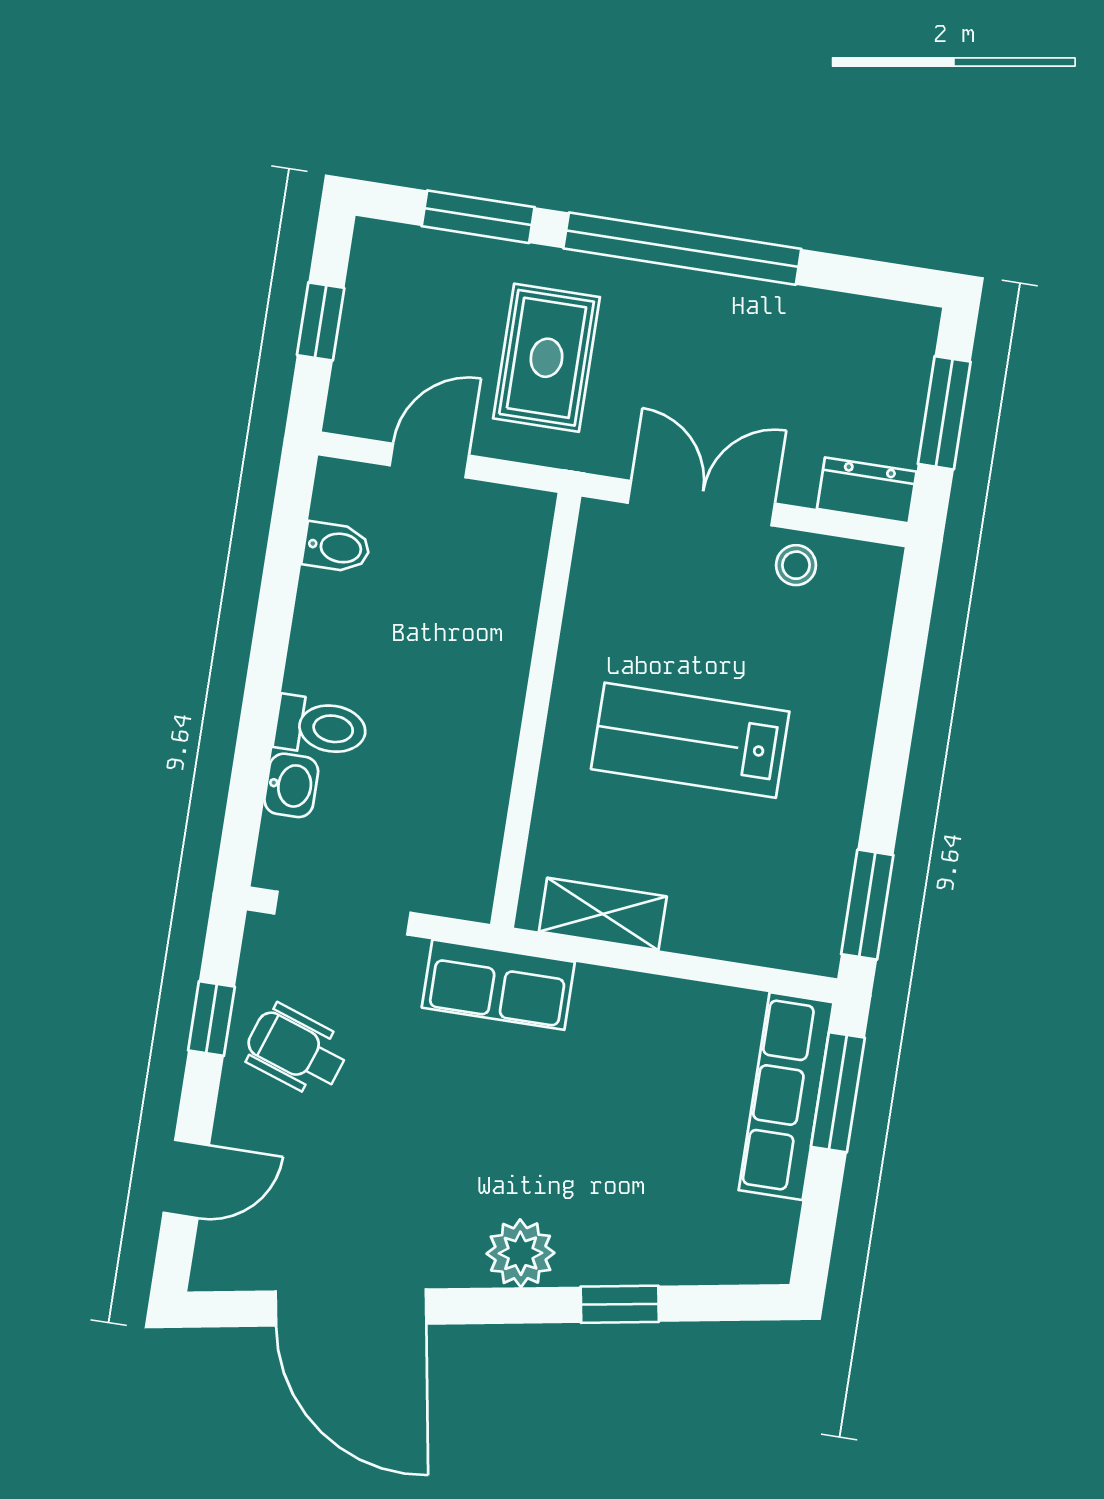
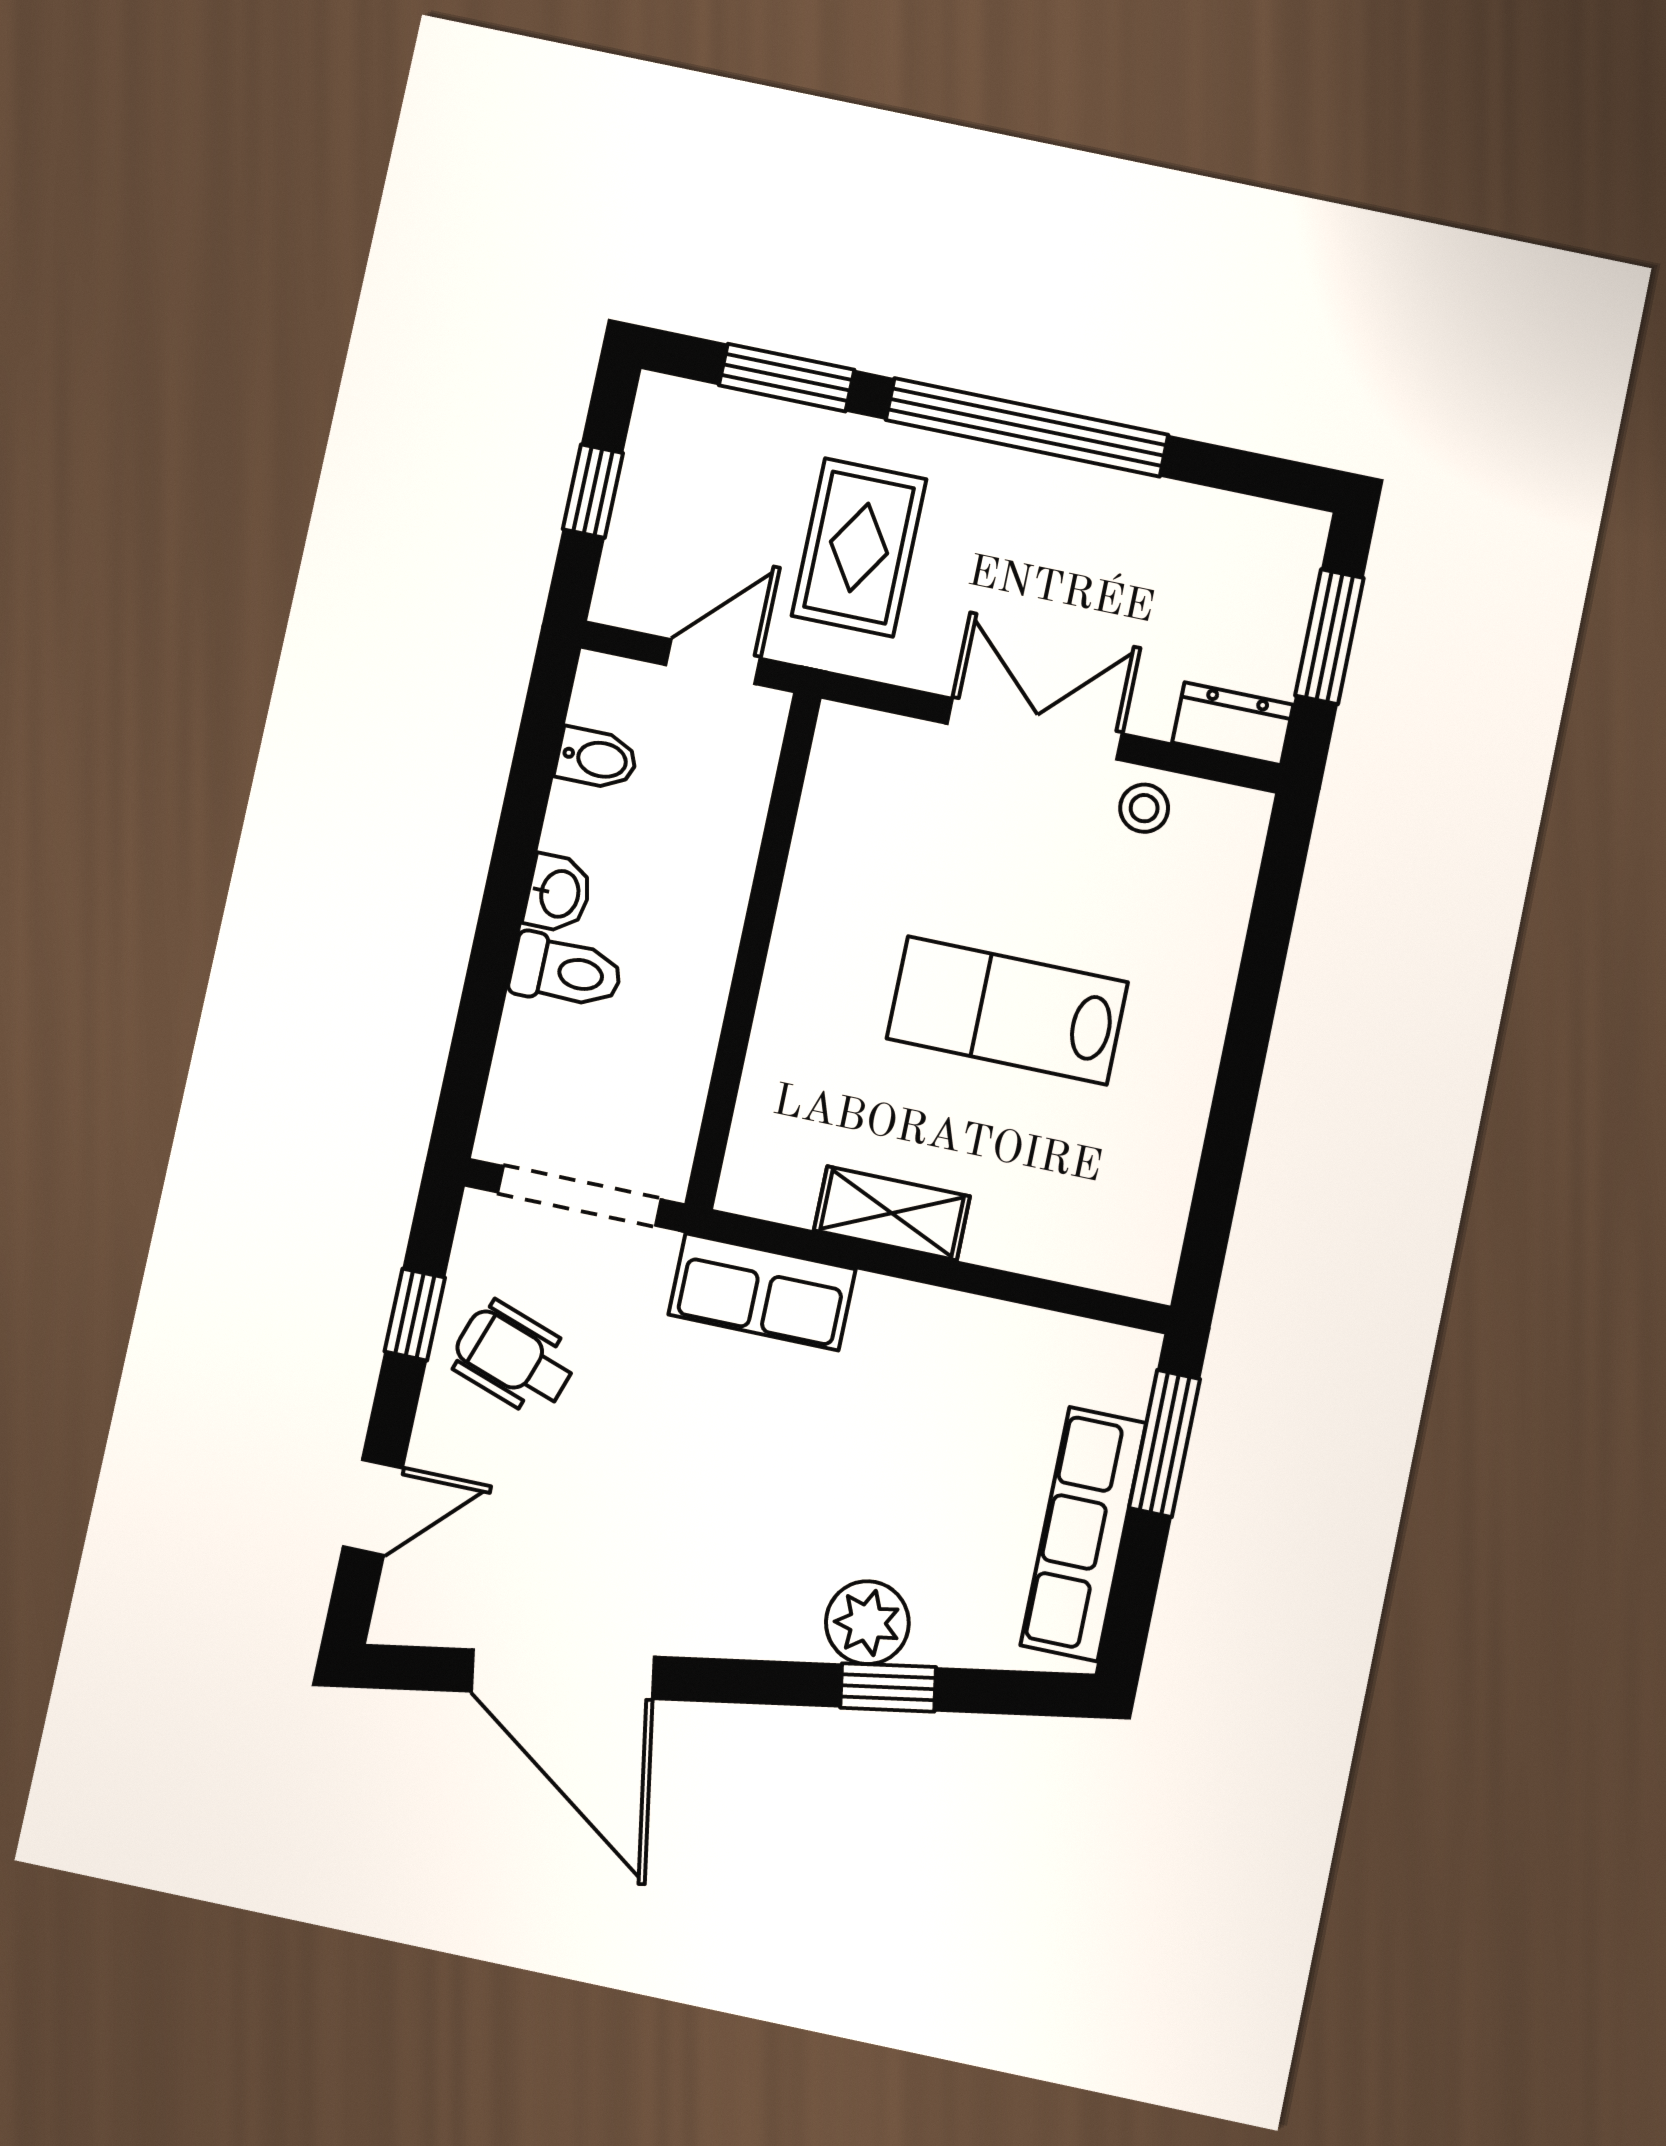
wall: (536, 710) -> (753, 950), moved
washbasin: (291, 785) -> (558, 893), moved
window: (867, 905) -> (1210, 1219), removed
row of seats: (786, 1096) -> (1083, 1534), moved
plant: (521, 1253) -> (867, 1623), moved

